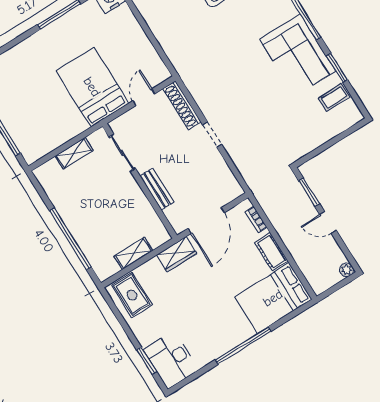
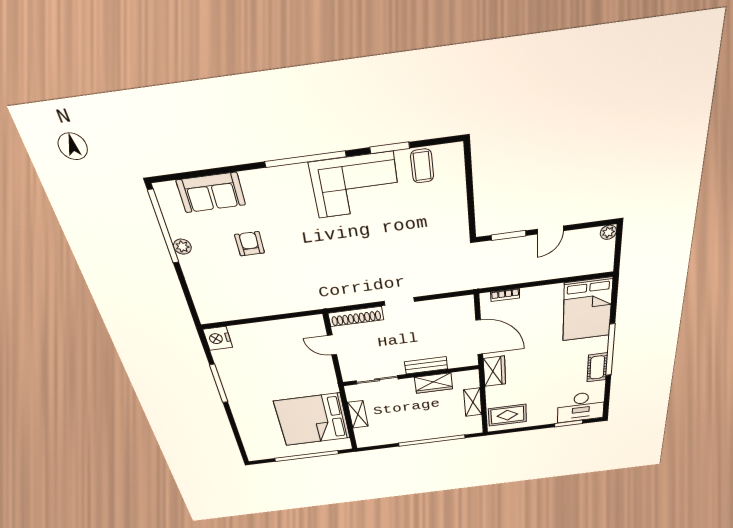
bed: (92, 87) -> (312, 420), moved, width x1.36
wardrobe: (140, 206) -> (434, 383), added
cot: (272, 252) -> (597, 367), moved, turned 90

